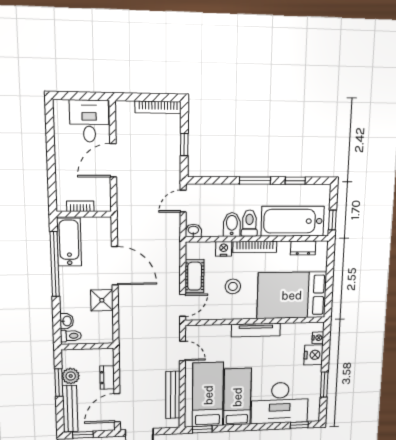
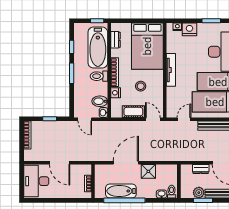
desk: (89, 121) -> (36, 181), width x1.37
bidet: (232, 224) -> (100, 101), moved
bathtub: (69, 242) -> (121, 191), moved

